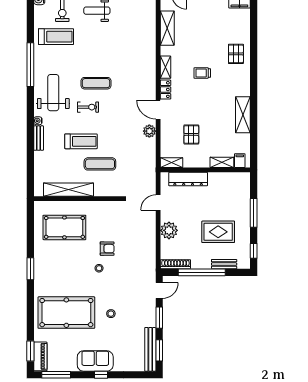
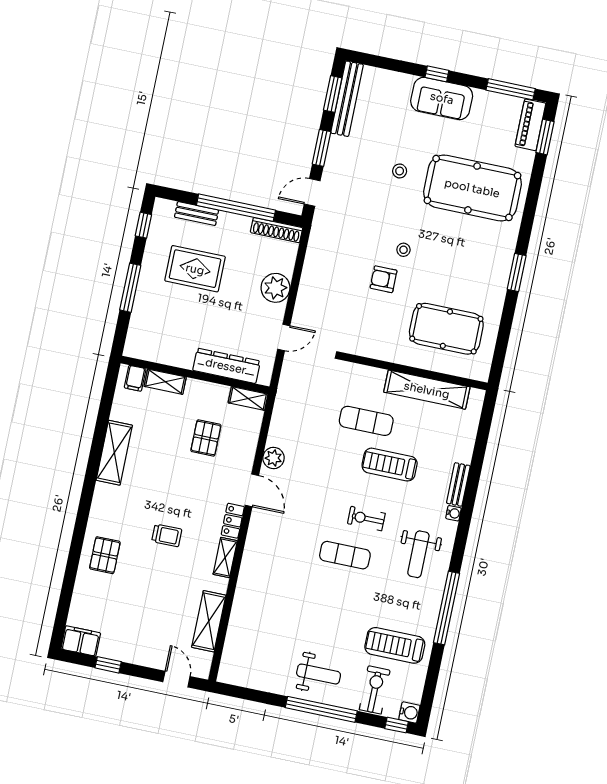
weight bench: (53, 93) -> (418, 554), width x0.73, depth x0.75

